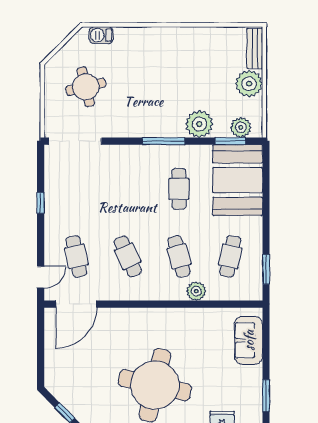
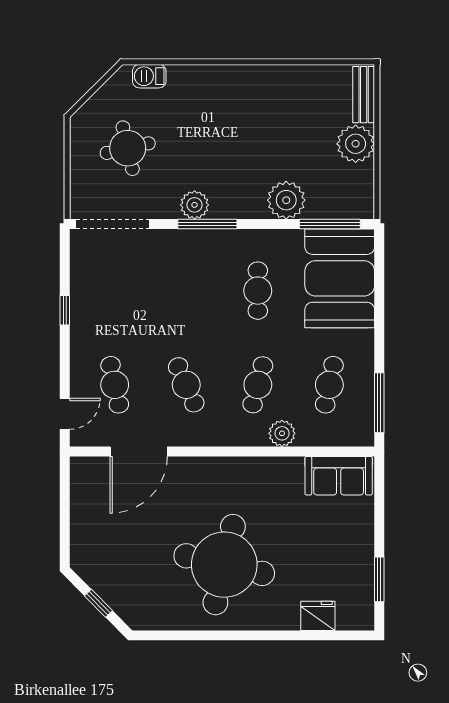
plant: (241, 127) -> (195, 205), moved
window: (164, 141) -> (207, 224), moved
window: (230, 141) -> (330, 224), width x1.44
cafe table: (179, 256) -> (258, 385), turned 30
window: (266, 269) -> (379, 403), width x1.44
door: (76, 304) -> (139, 451), moved
sofa: (249, 340) -> (339, 476), moved, turned -90

